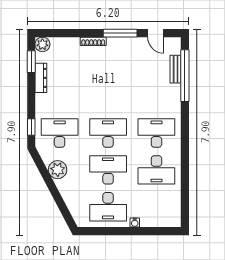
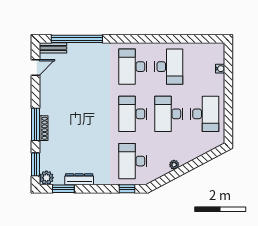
window: (56, 33) -> (35, 164), added
window: (120, 33) -> (35, 124), moved
bench: (176, 69) -> (53, 48), moved
plant: (58, 170) -> (174, 165), width x0.53, depth x0.53
water cooler: (135, 223) -> (220, 69), moved

